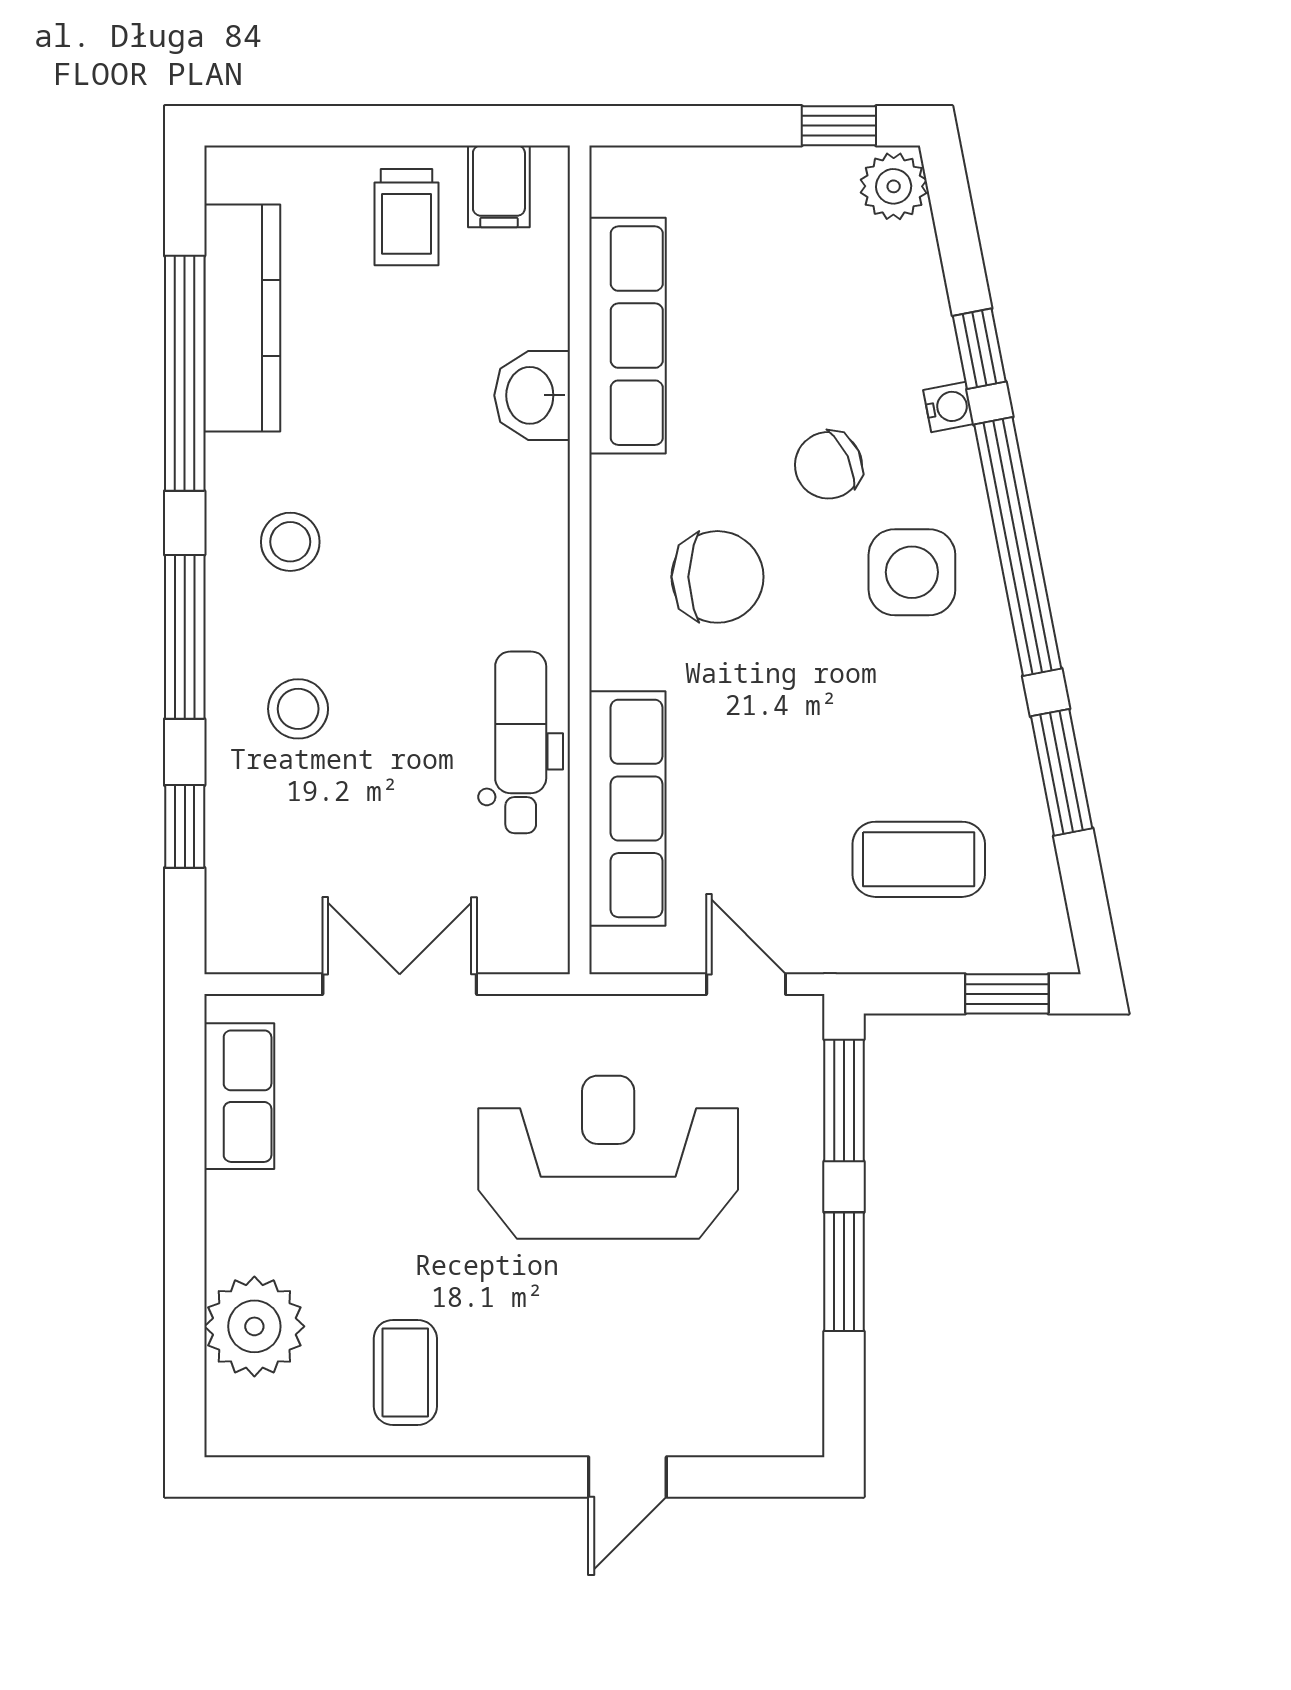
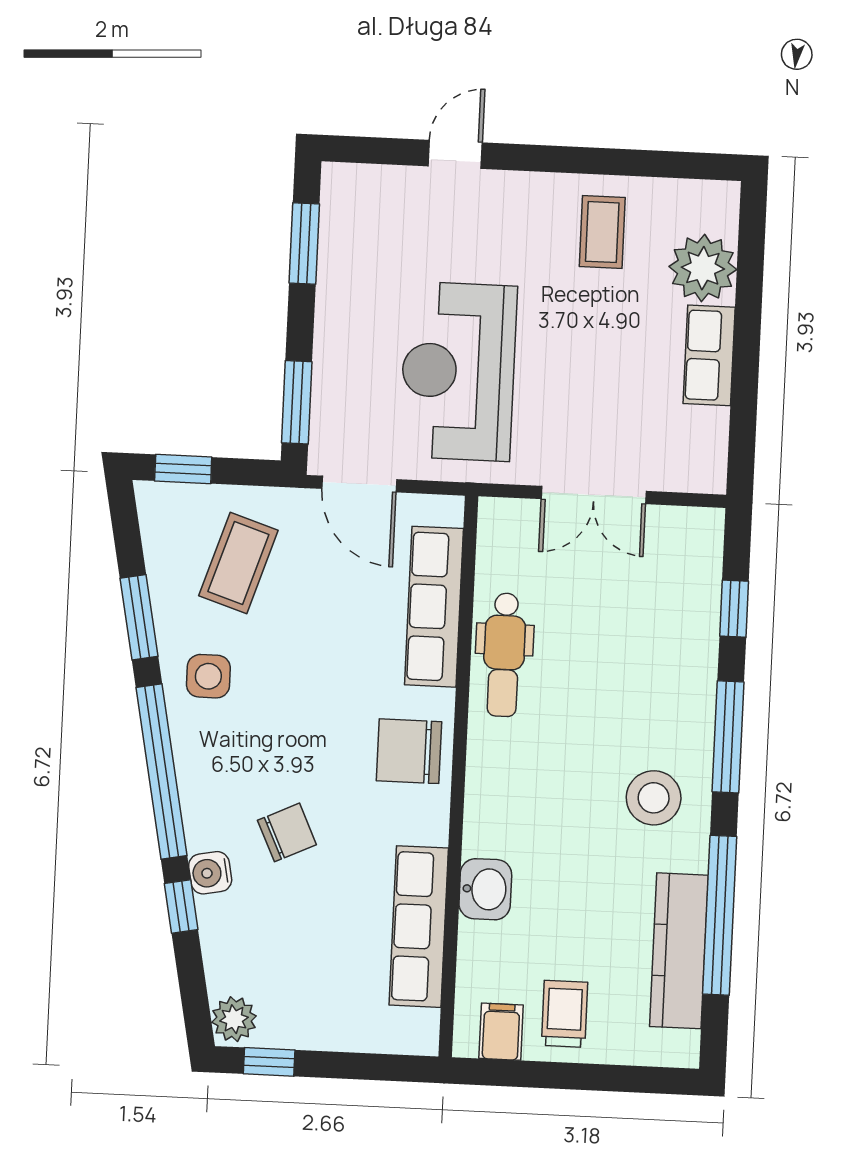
water cooler: (949, 407) -> (210, 873), width x1.38, depth x1.38
stool: (290, 542) -> (654, 798), width x1.38, depth x1.38
side table: (912, 572) -> (208, 676), moved, width x0.73, depth x0.73
chair: (717, 577) -> (409, 751), moved
stool: (298, 709) -> (654, 685), removed
coffee table: (919, 859) -> (238, 563), turned -72
door: (746, 984) -> (359, 484), width x1.38
row of seats: (239, 1096) -> (709, 355), moved
reception desk: (608, 1157) -> (458, 371), turned 90
window: (844, 1272) -> (304, 243), moved

